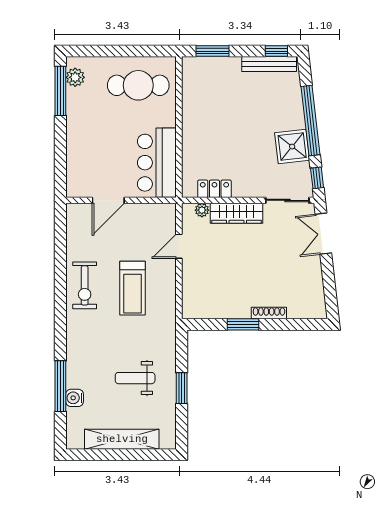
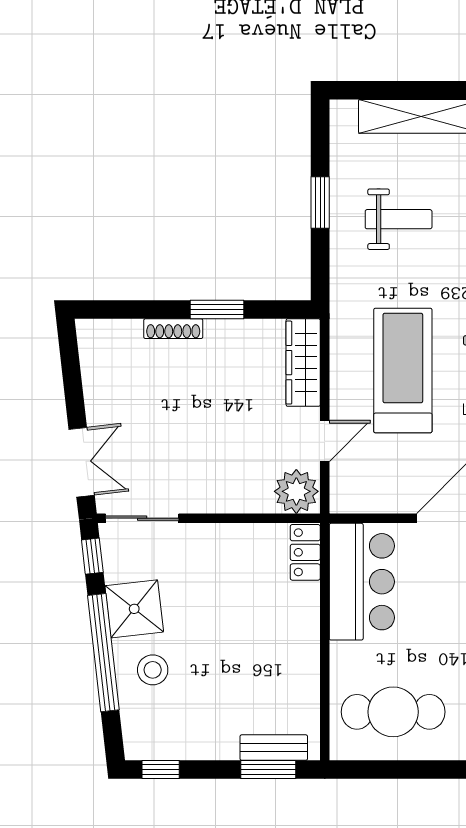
bench: (269, 64) -> (274, 748), moved, width x0.73
stool: (281, 110) -> (153, 670), added
locker: (214, 189) -> (305, 552), moved, turned 90
plant: (202, 210) -> (296, 491), width x1.88, depth x1.88
wardrobe: (237, 213) -> (303, 363), moved, turned -90
treadmill: (132, 288) -> (403, 370), width x1.37, depth x1.38

